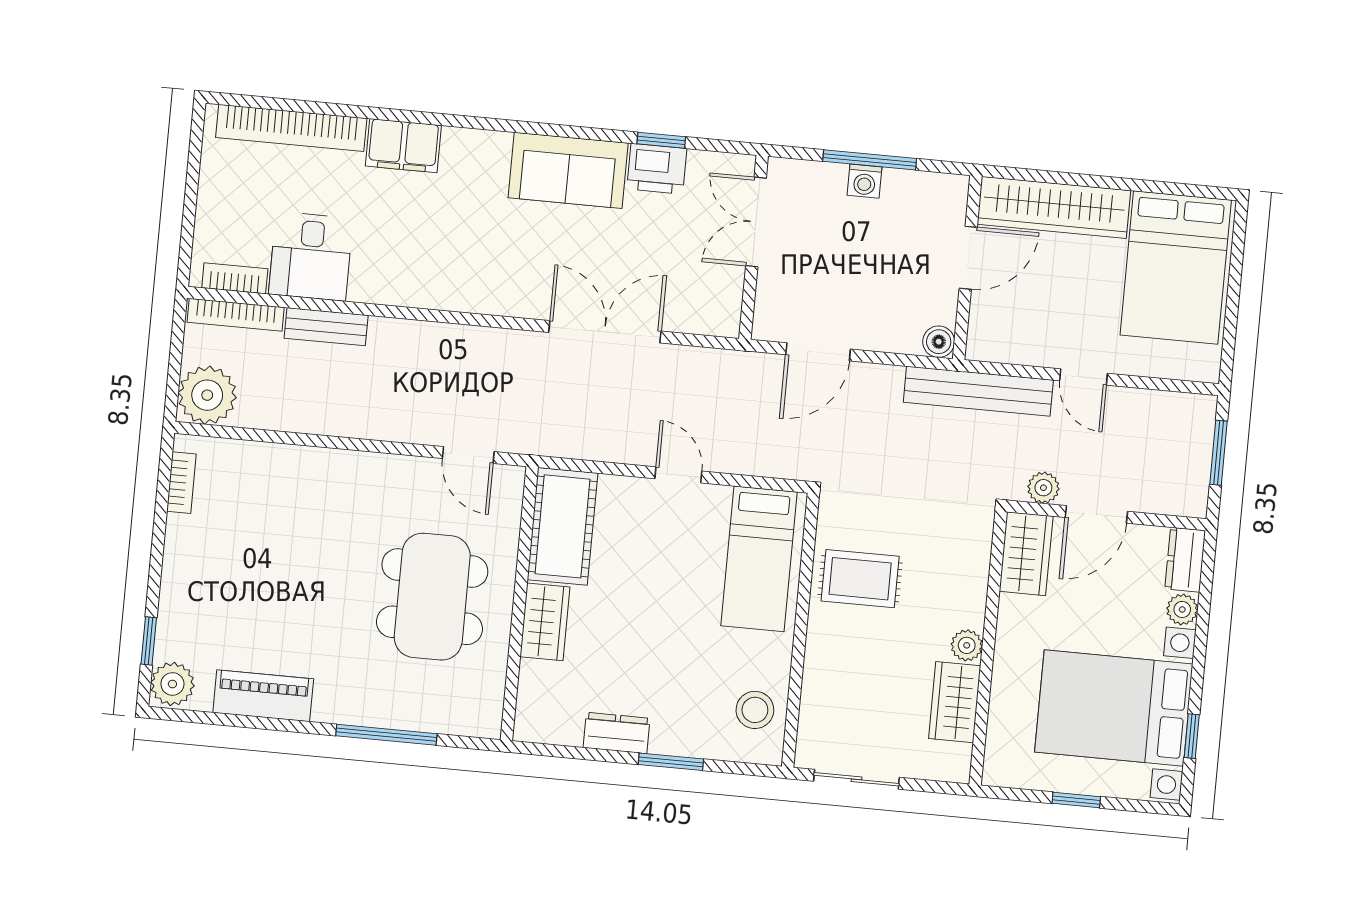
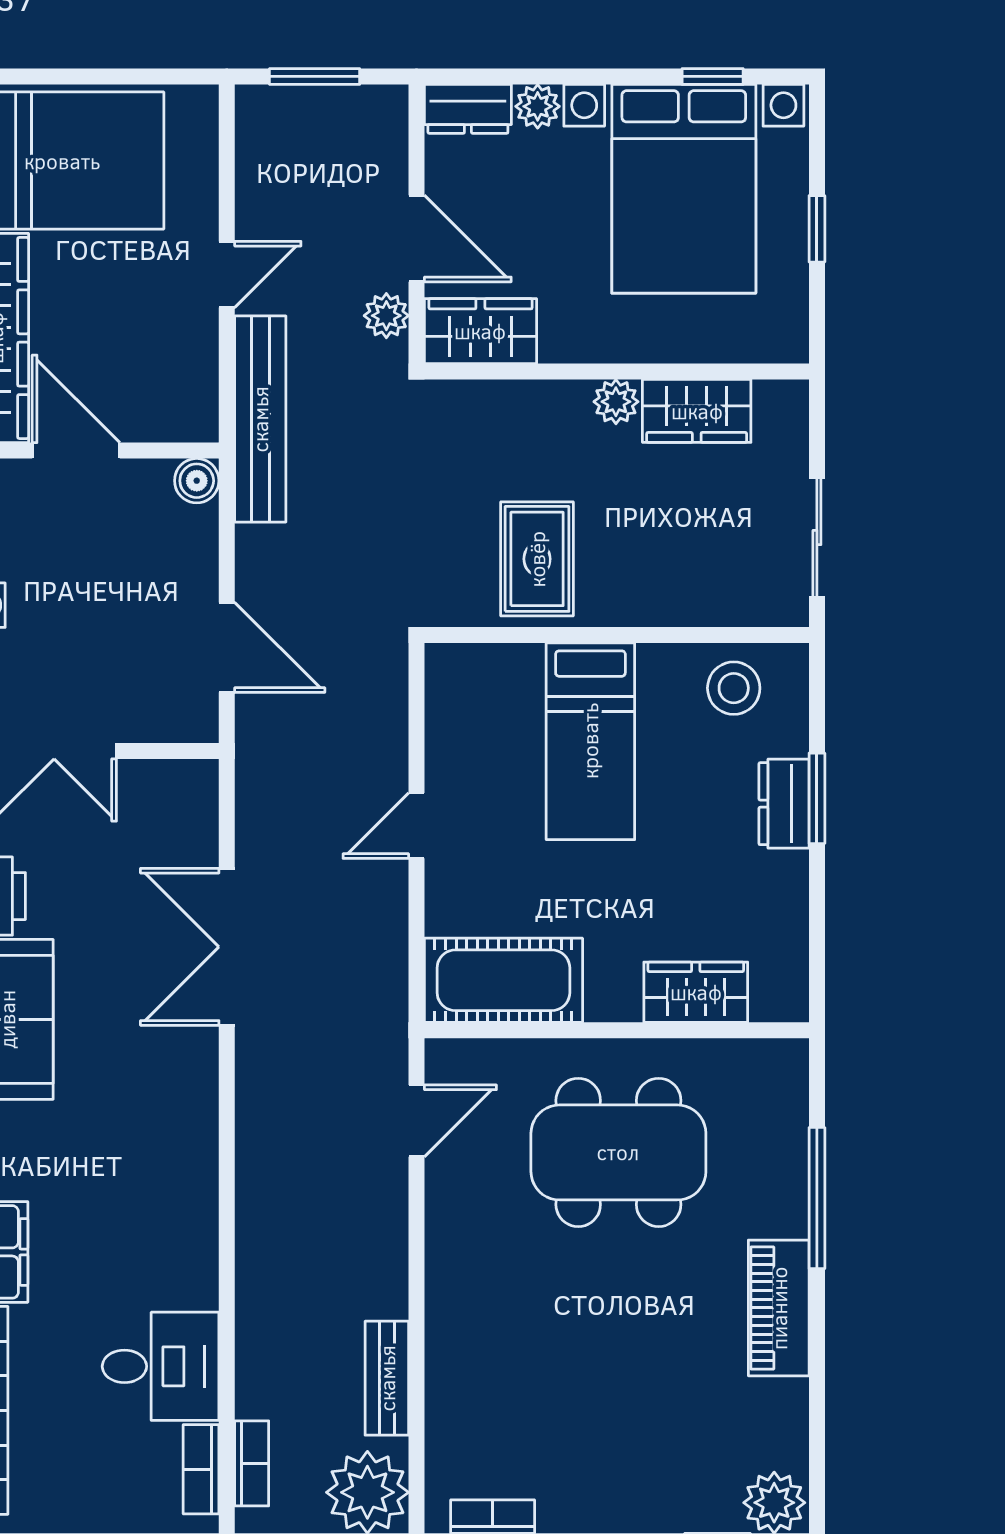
bookcase: (236, 315) -> (252, 1463), width x0.64
bench: (326, 327) -> (387, 1378), moved
bed: (759, 559) -> (590, 741), moved, turned 90
wardrobe: (545, 622) -> (696, 992), moved
piano: (263, 696) -> (779, 1308), moved
dresser: (617, 733) -> (784, 804), moved

